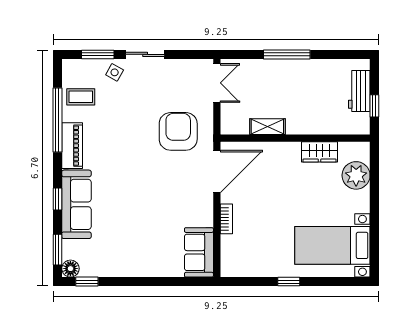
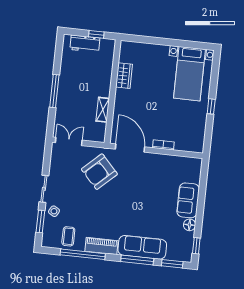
armchair: (178, 131) -> (99, 172), turned -43
plant: (356, 175) -> (143, 52), removed
window: (57, 199) -> (137, 260), width x2.17
sofa: (199, 252) -> (188, 200), moved, turned 90
floor lamp: (70, 269) -> (190, 225), moved

